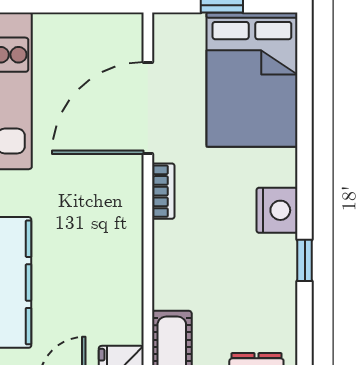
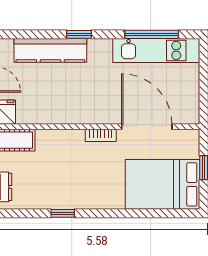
nightstand: (277, 210) -> (90, 198), removed

